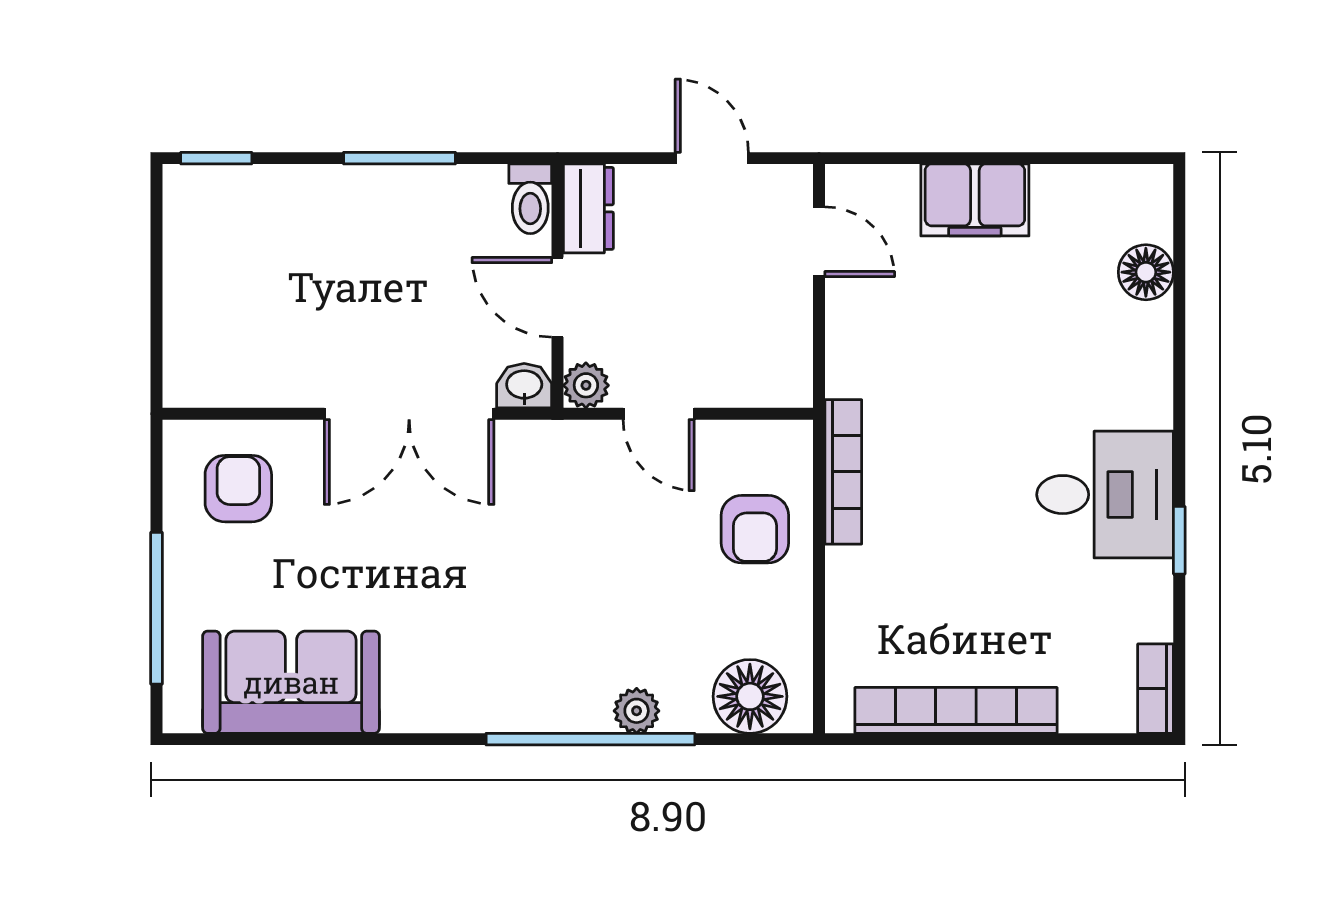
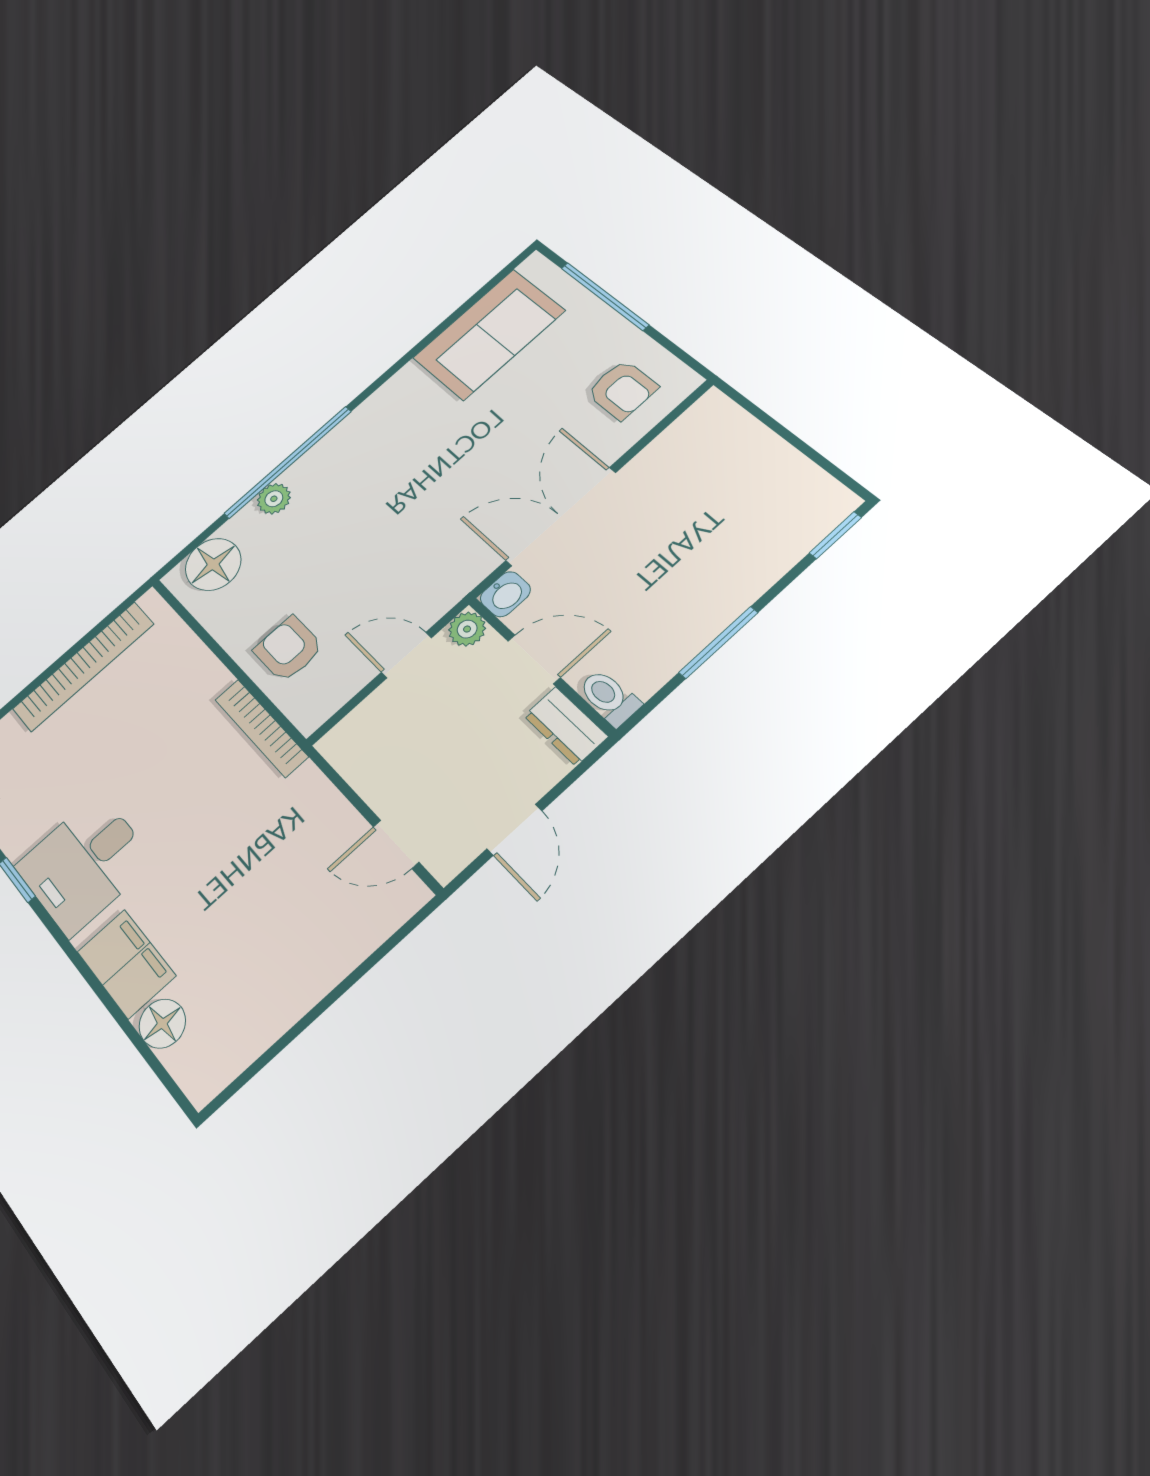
door: (712, 158) -> (514, 830), hinge flipped
filing cabinet: (975, 200) -> (126, 964), moved, turned 90

